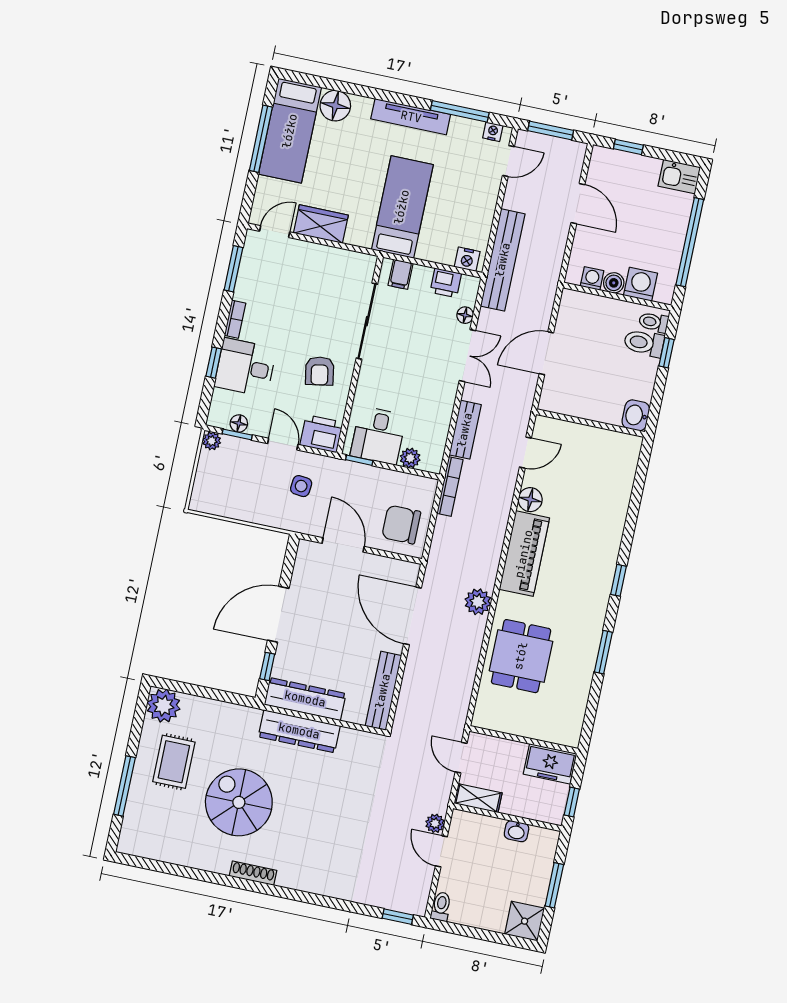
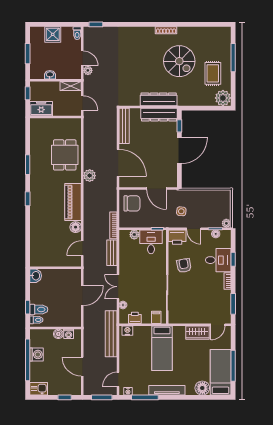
washing machine: (641, 284) -> (36, 354), moved, turned -90
shower: (525, 921) -> (53, 34), moved

